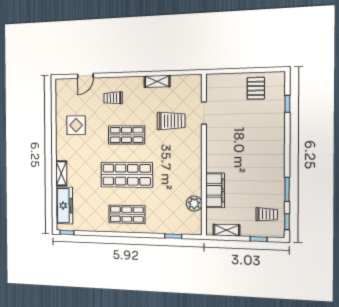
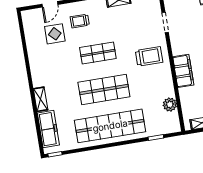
trolley: (171, 121) -> (149, 56), moved
display table: (76, 125) -> (55, 34), moved
filing cabinet: (215, 190) -> (183, 71), moved
shop shelf: (127, 214) -> (110, 126), width x2.00, depth x1.36

